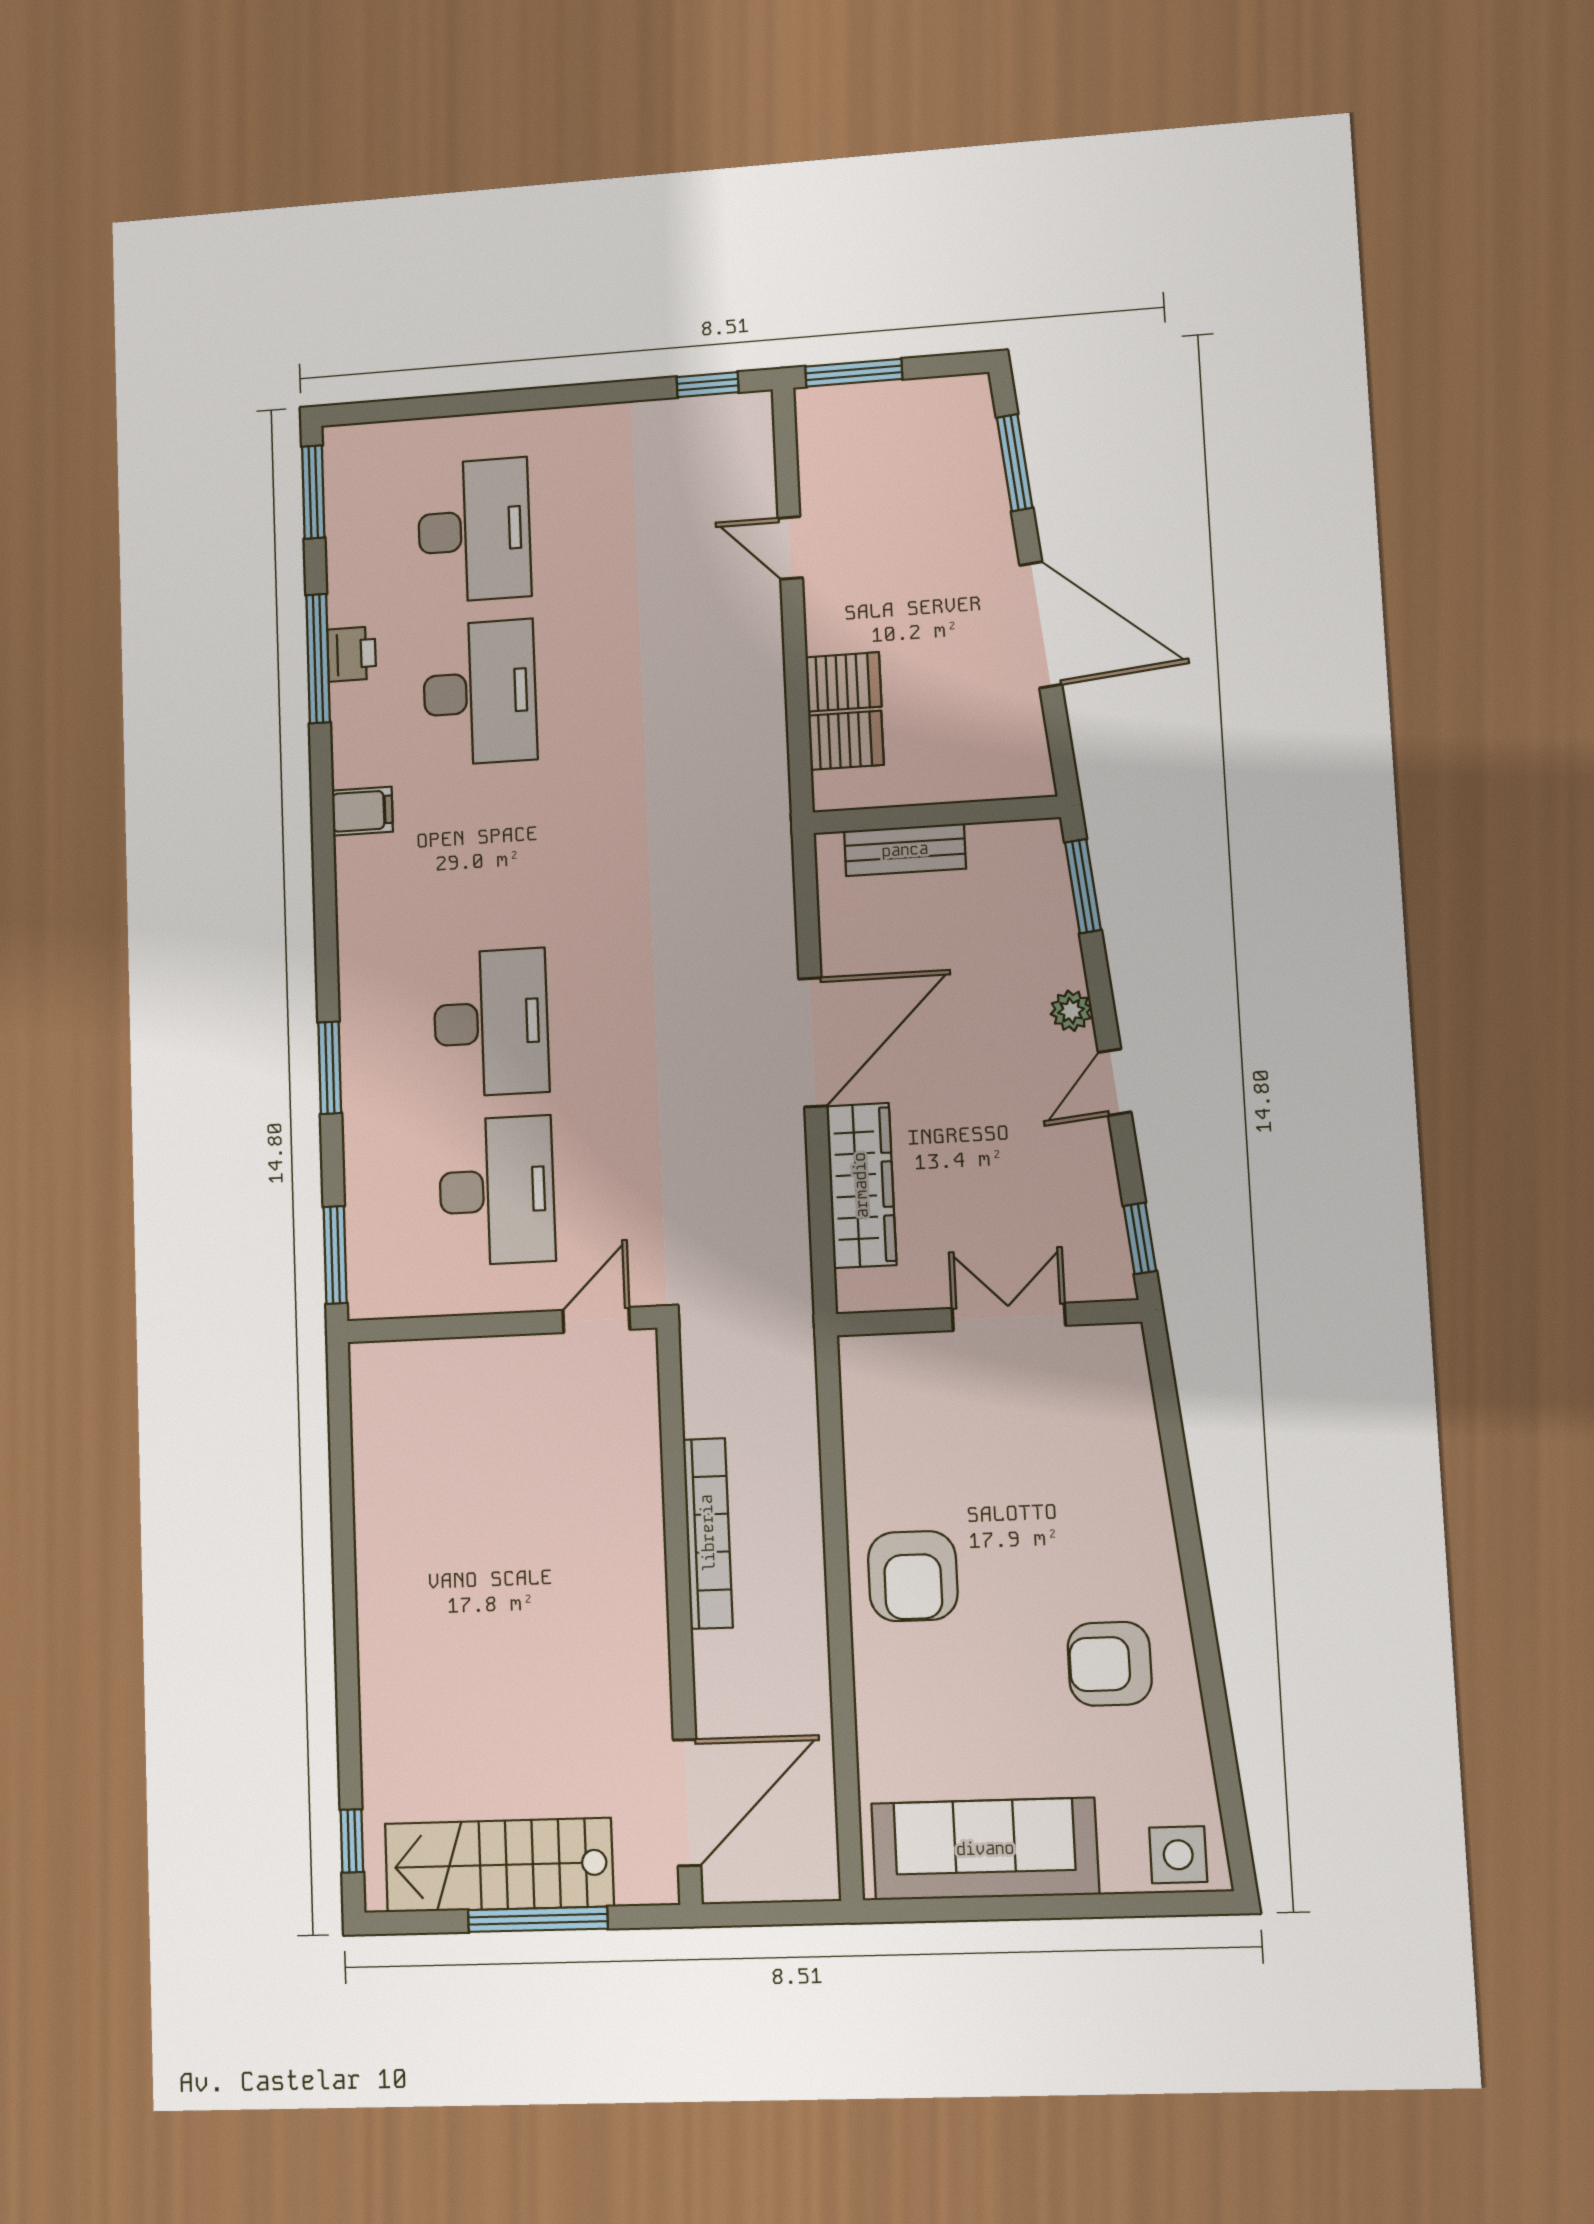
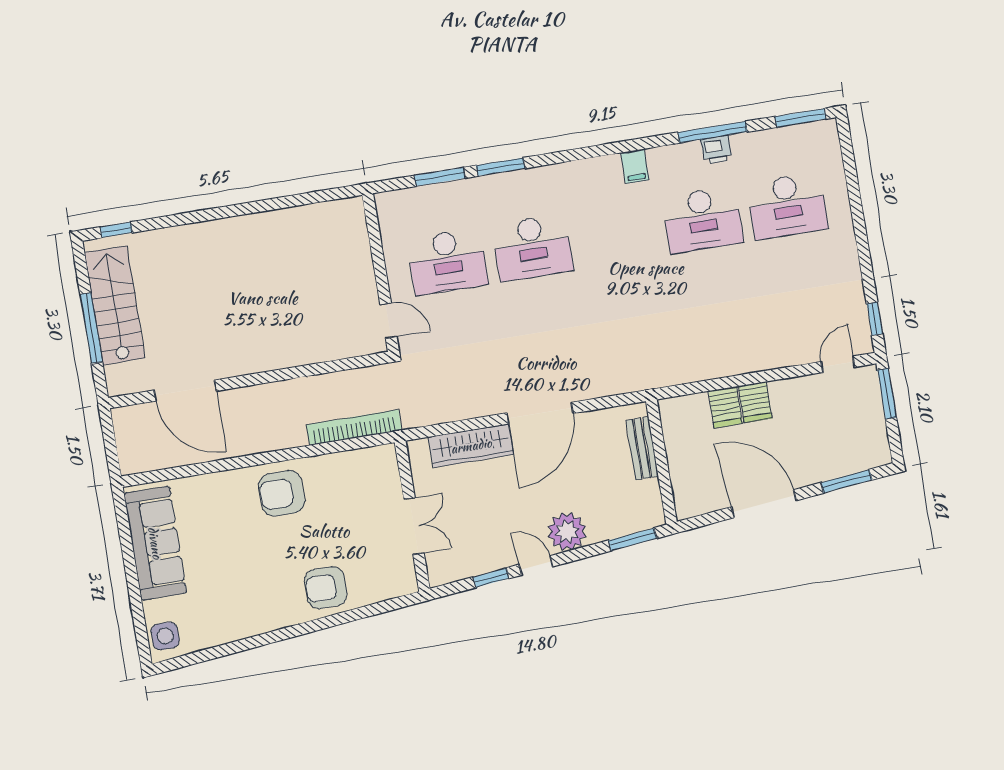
door: (790, 548) -> (838, 364), moved
door: (1041, 625) -> (764, 504), swing flipped
server rack: (846, 740) -> (755, 402), moved
plant: (1071, 1011) -> (567, 531), width x1.88, depth x1.88
door: (813, 1042) -> (540, 413), hinge flipped
window: (1140, 1238) -> (491, 578), moved
window: (335, 1255) -> (440, 177), moved
bookcase: (708, 1533) -> (354, 427), moved, turned 180
armchair: (1110, 1664) -> (326, 588), moved, turned -90
door: (687, 1803) -> (185, 391), moved

